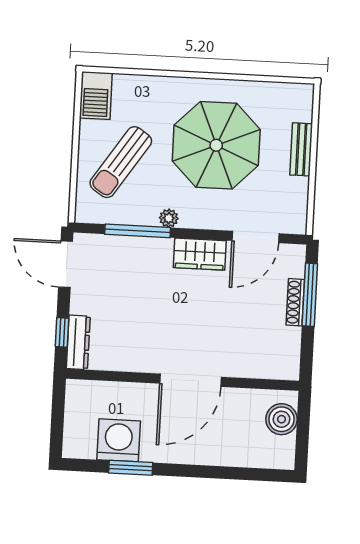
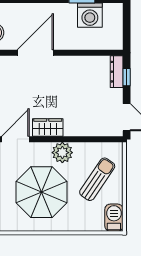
plant: (169, 218) -> (62, 153), width x1.88, depth x1.88
window: (138, 231) -> (85, 139), removed
door: (190, 380) -> (35, 53), moved

